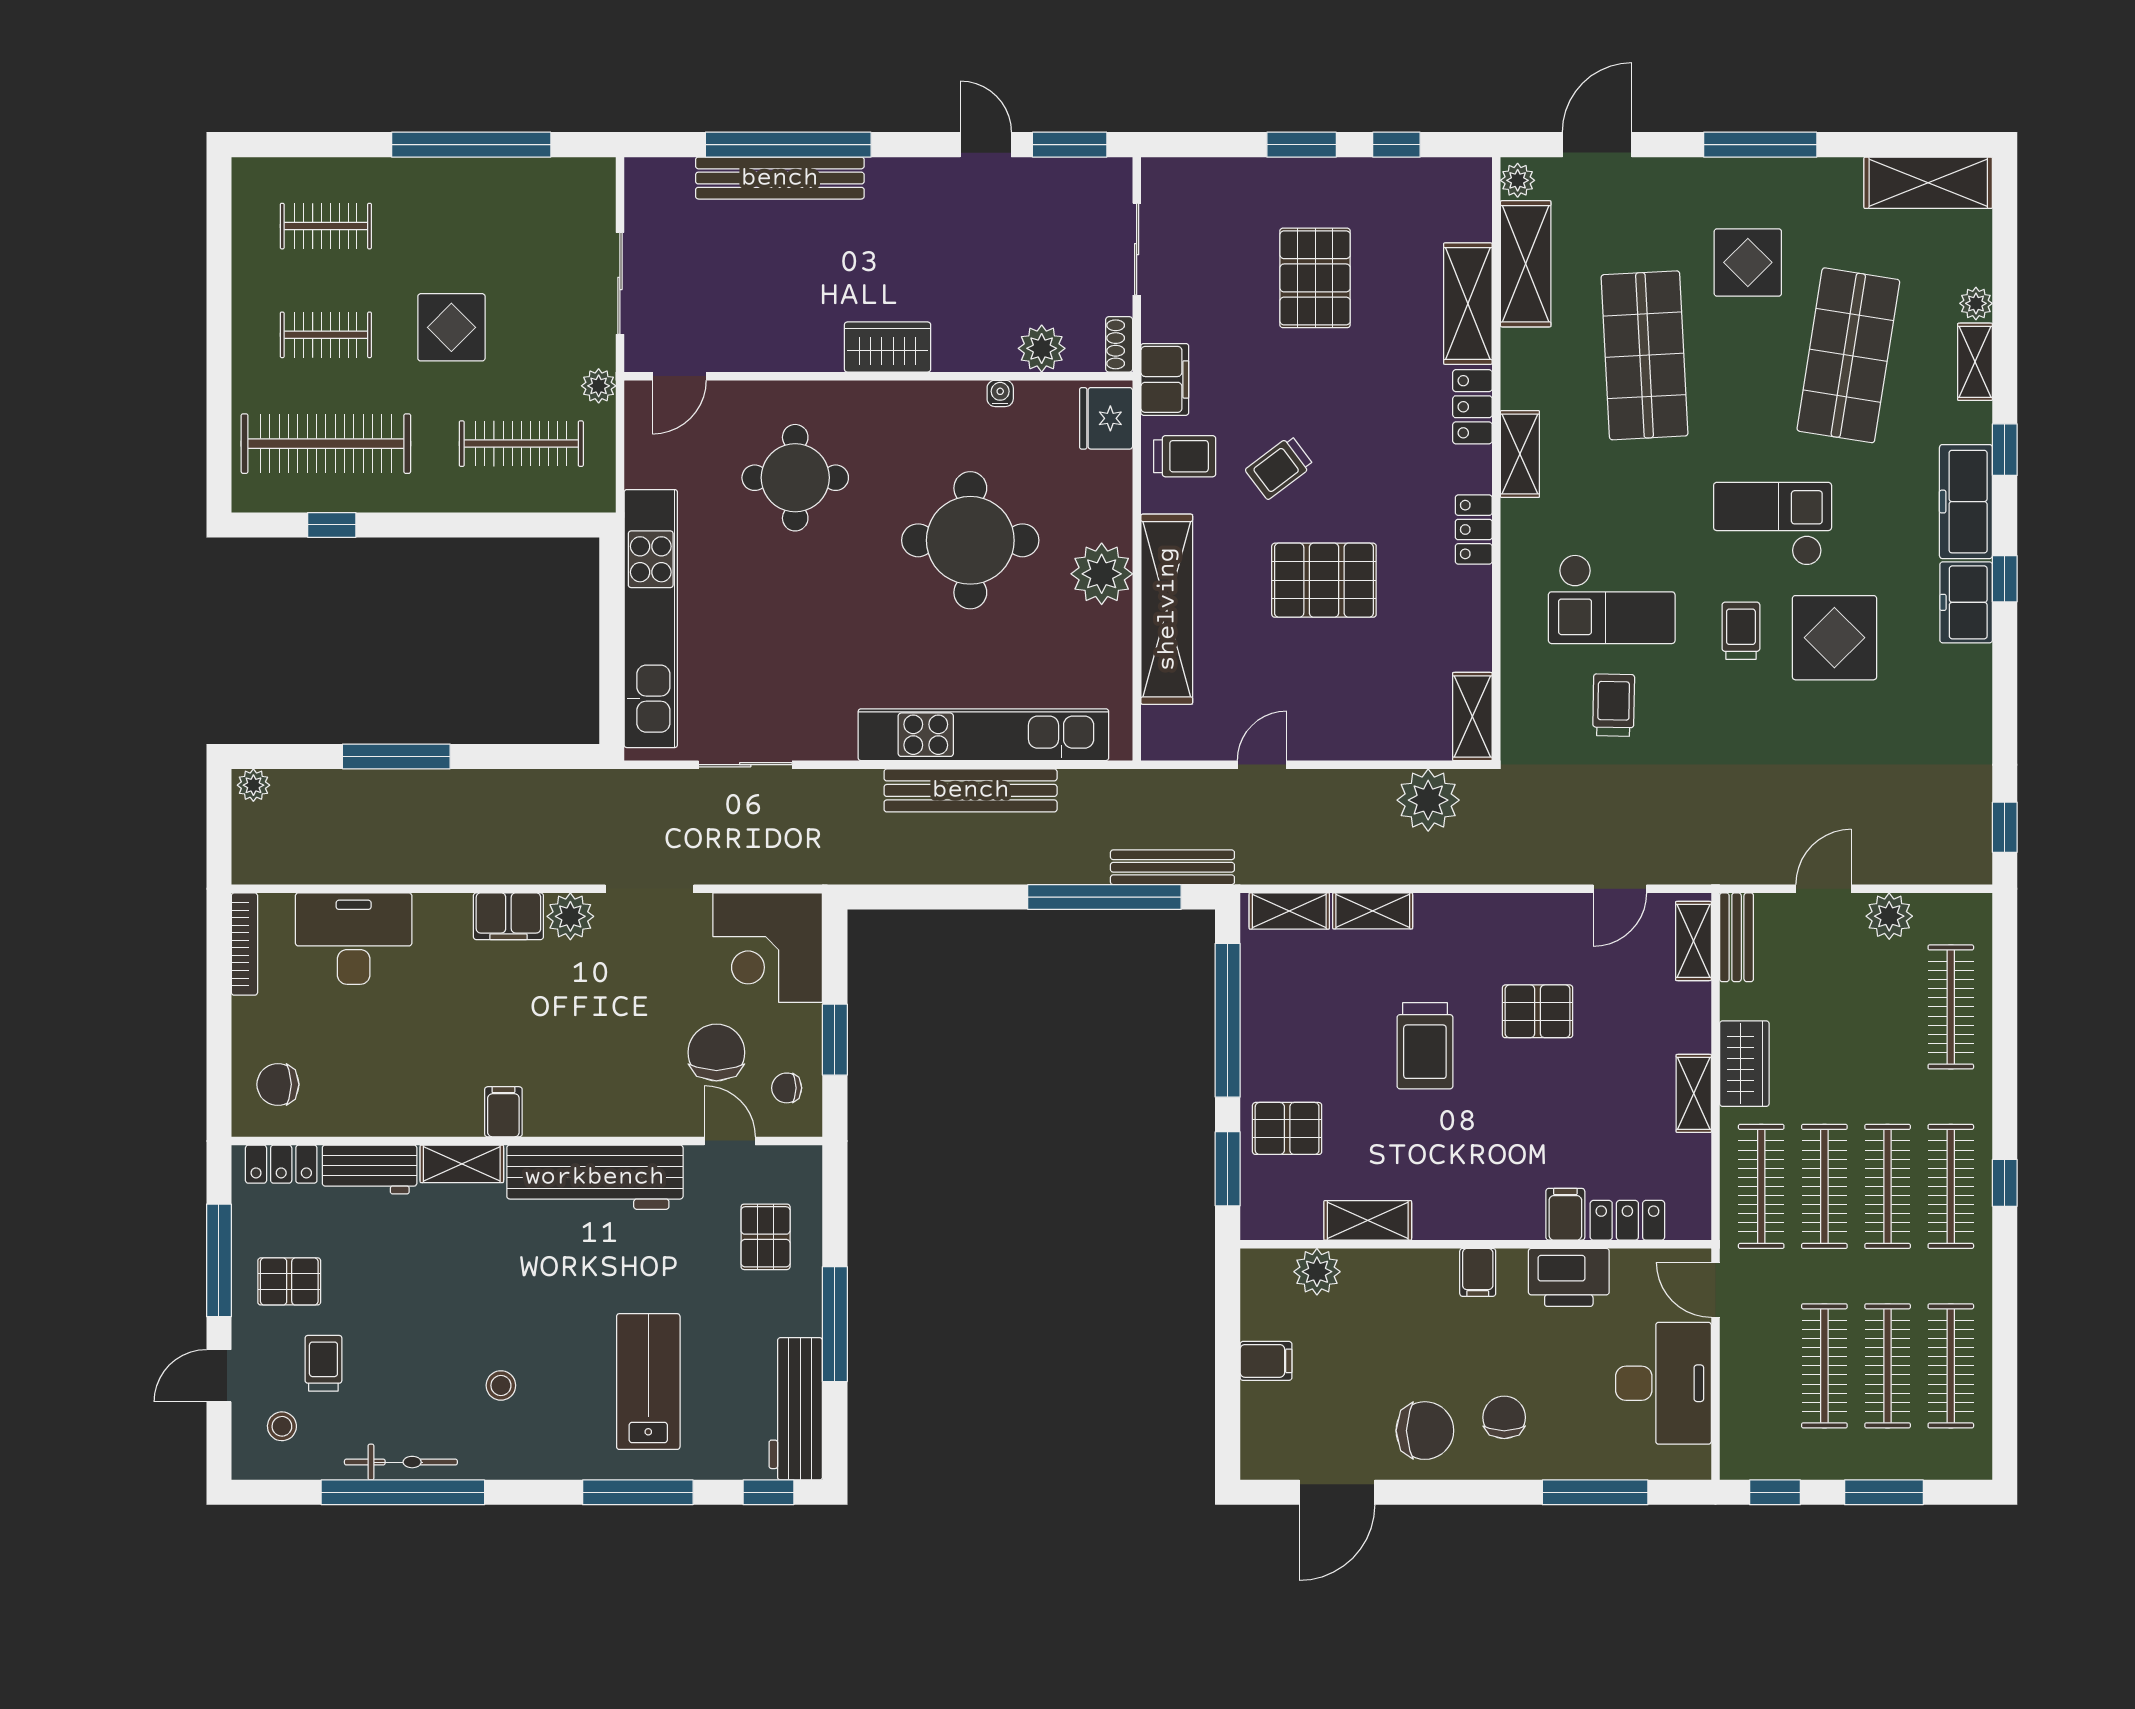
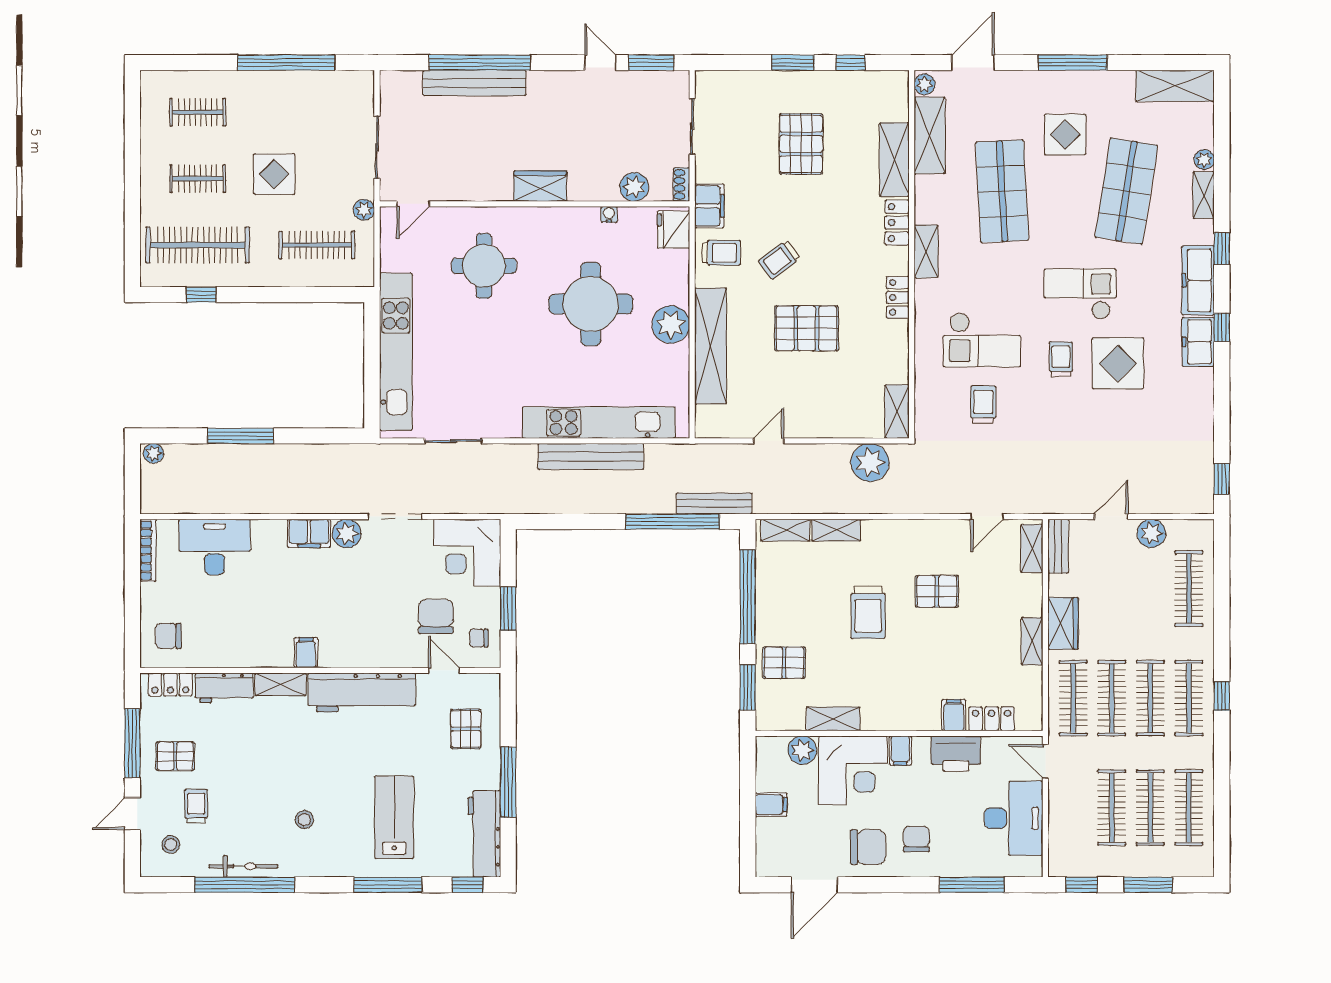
corner desk: (1400, 1305) -> (853, 770), added

